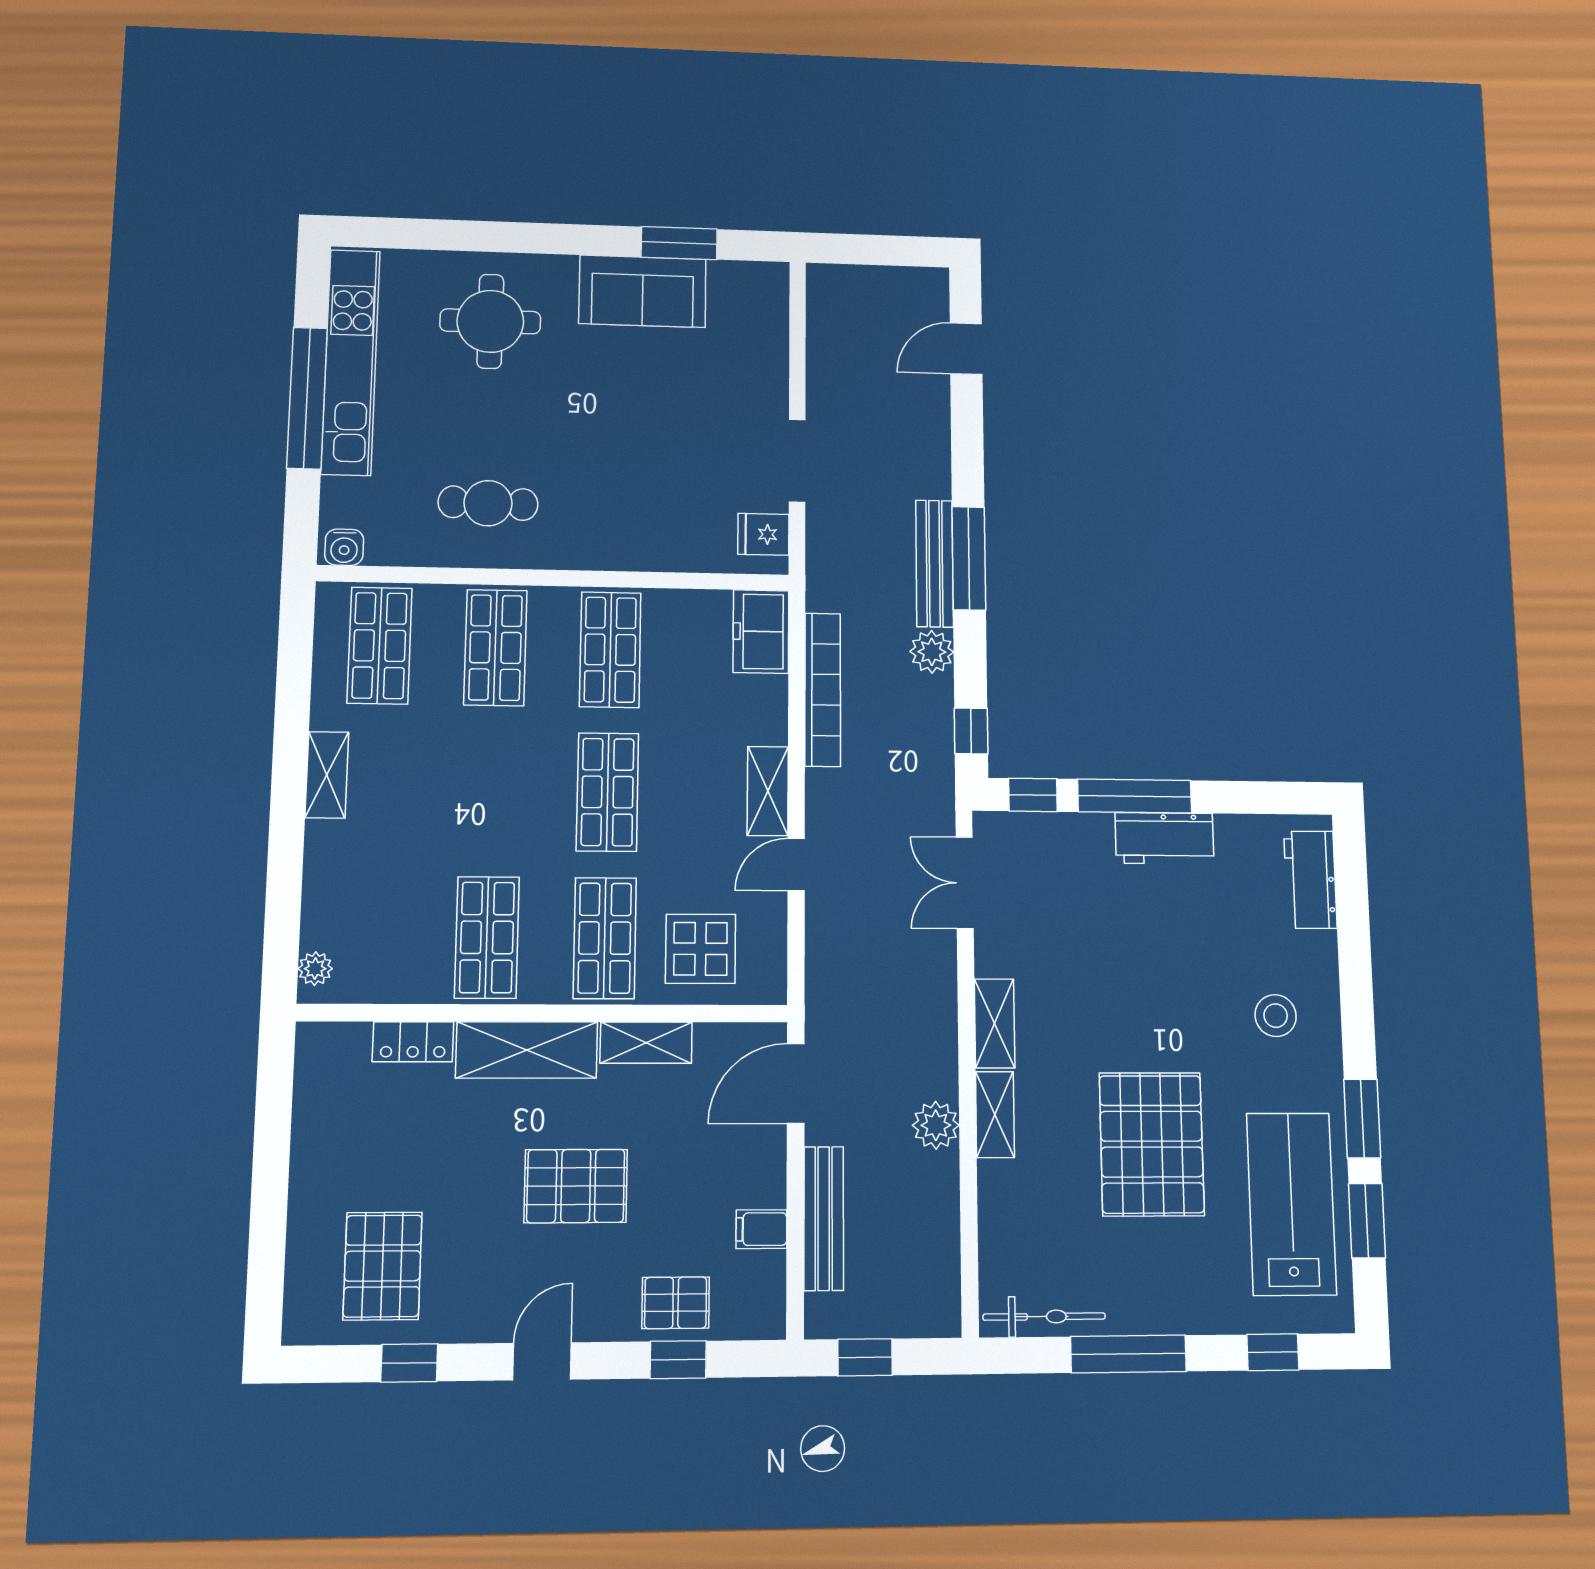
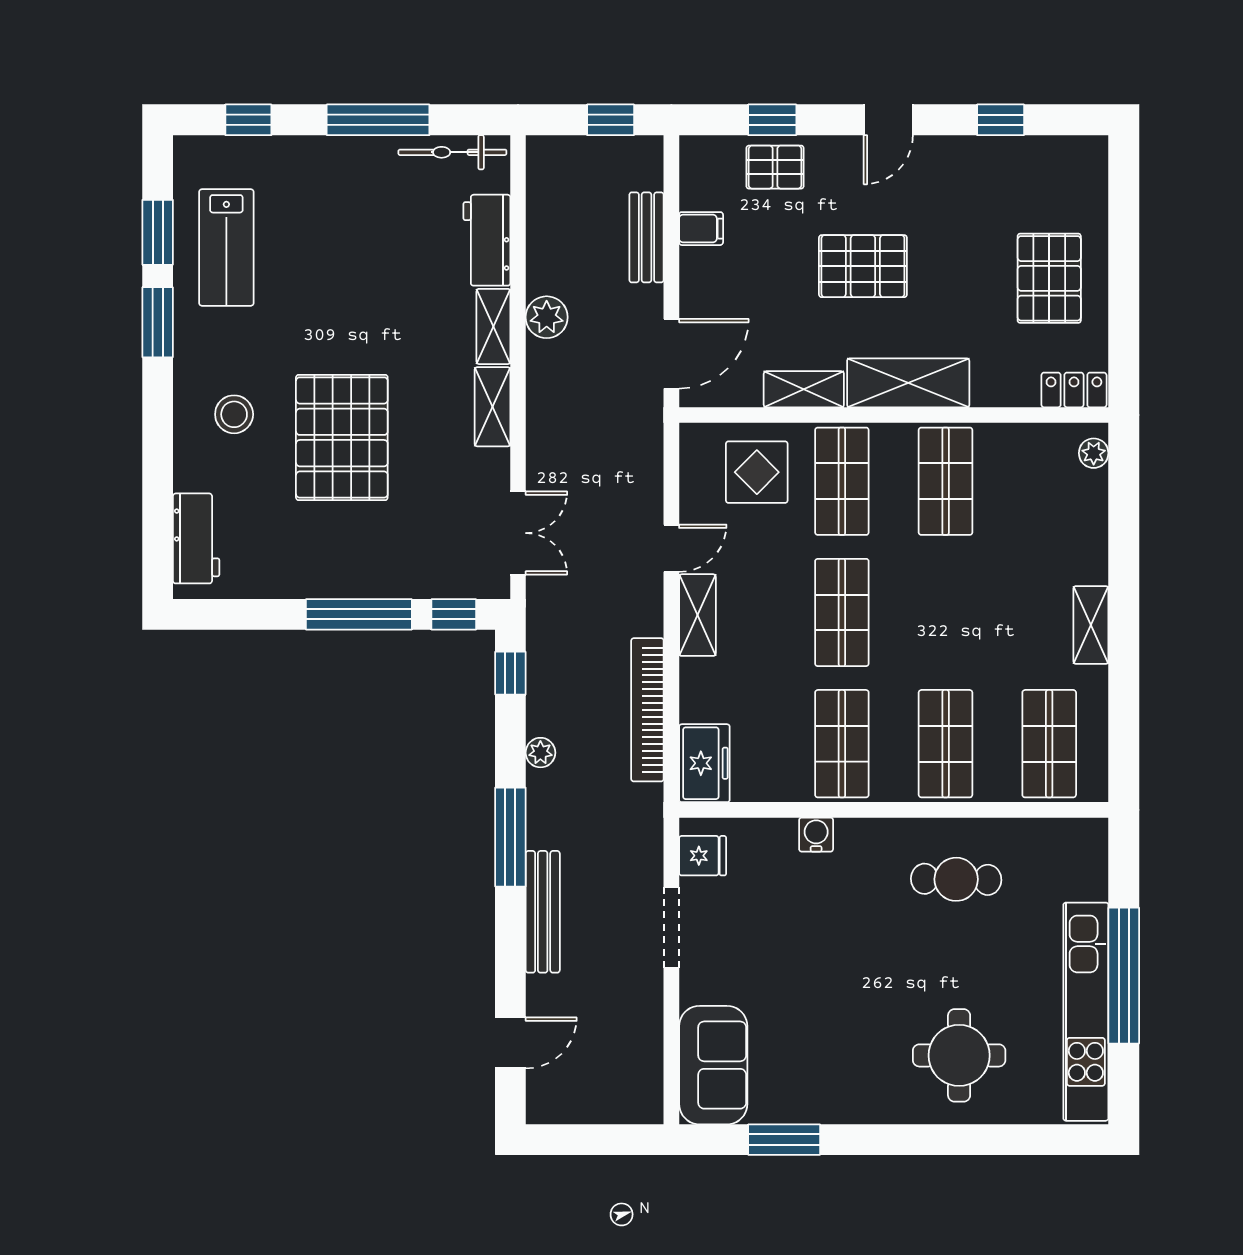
sofa: (643, 291) -> (713, 1065), moved, turned 90
water cooler: (344, 547) -> (816, 835), moved
bench: (934, 563) -> (543, 912), moved
plant: (932, 652) -> (540, 753), width x0.73, depth x0.73
workbench: (1164, 838) -> (487, 240), moved, turned -90
locker: (413, 1042) -> (1074, 390), moved
pallet: (1152, 1144) -> (342, 437), moved
lab bench: (1291, 1204) -> (226, 247), width x0.73, depth x0.72
bench: (824, 1218) -> (646, 237), width x0.73
pallet: (383, 1266) -> (1049, 278), moved

